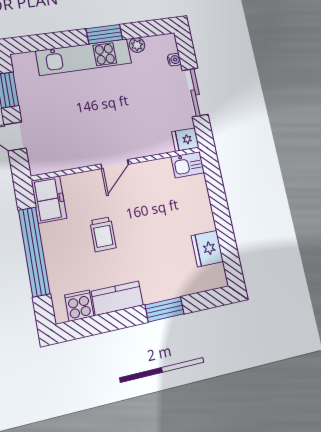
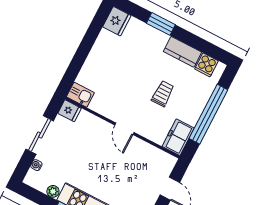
door: (115, 164) -> (124, 129), swing flipped
fridge: (207, 249) -> (117, 21), moved

